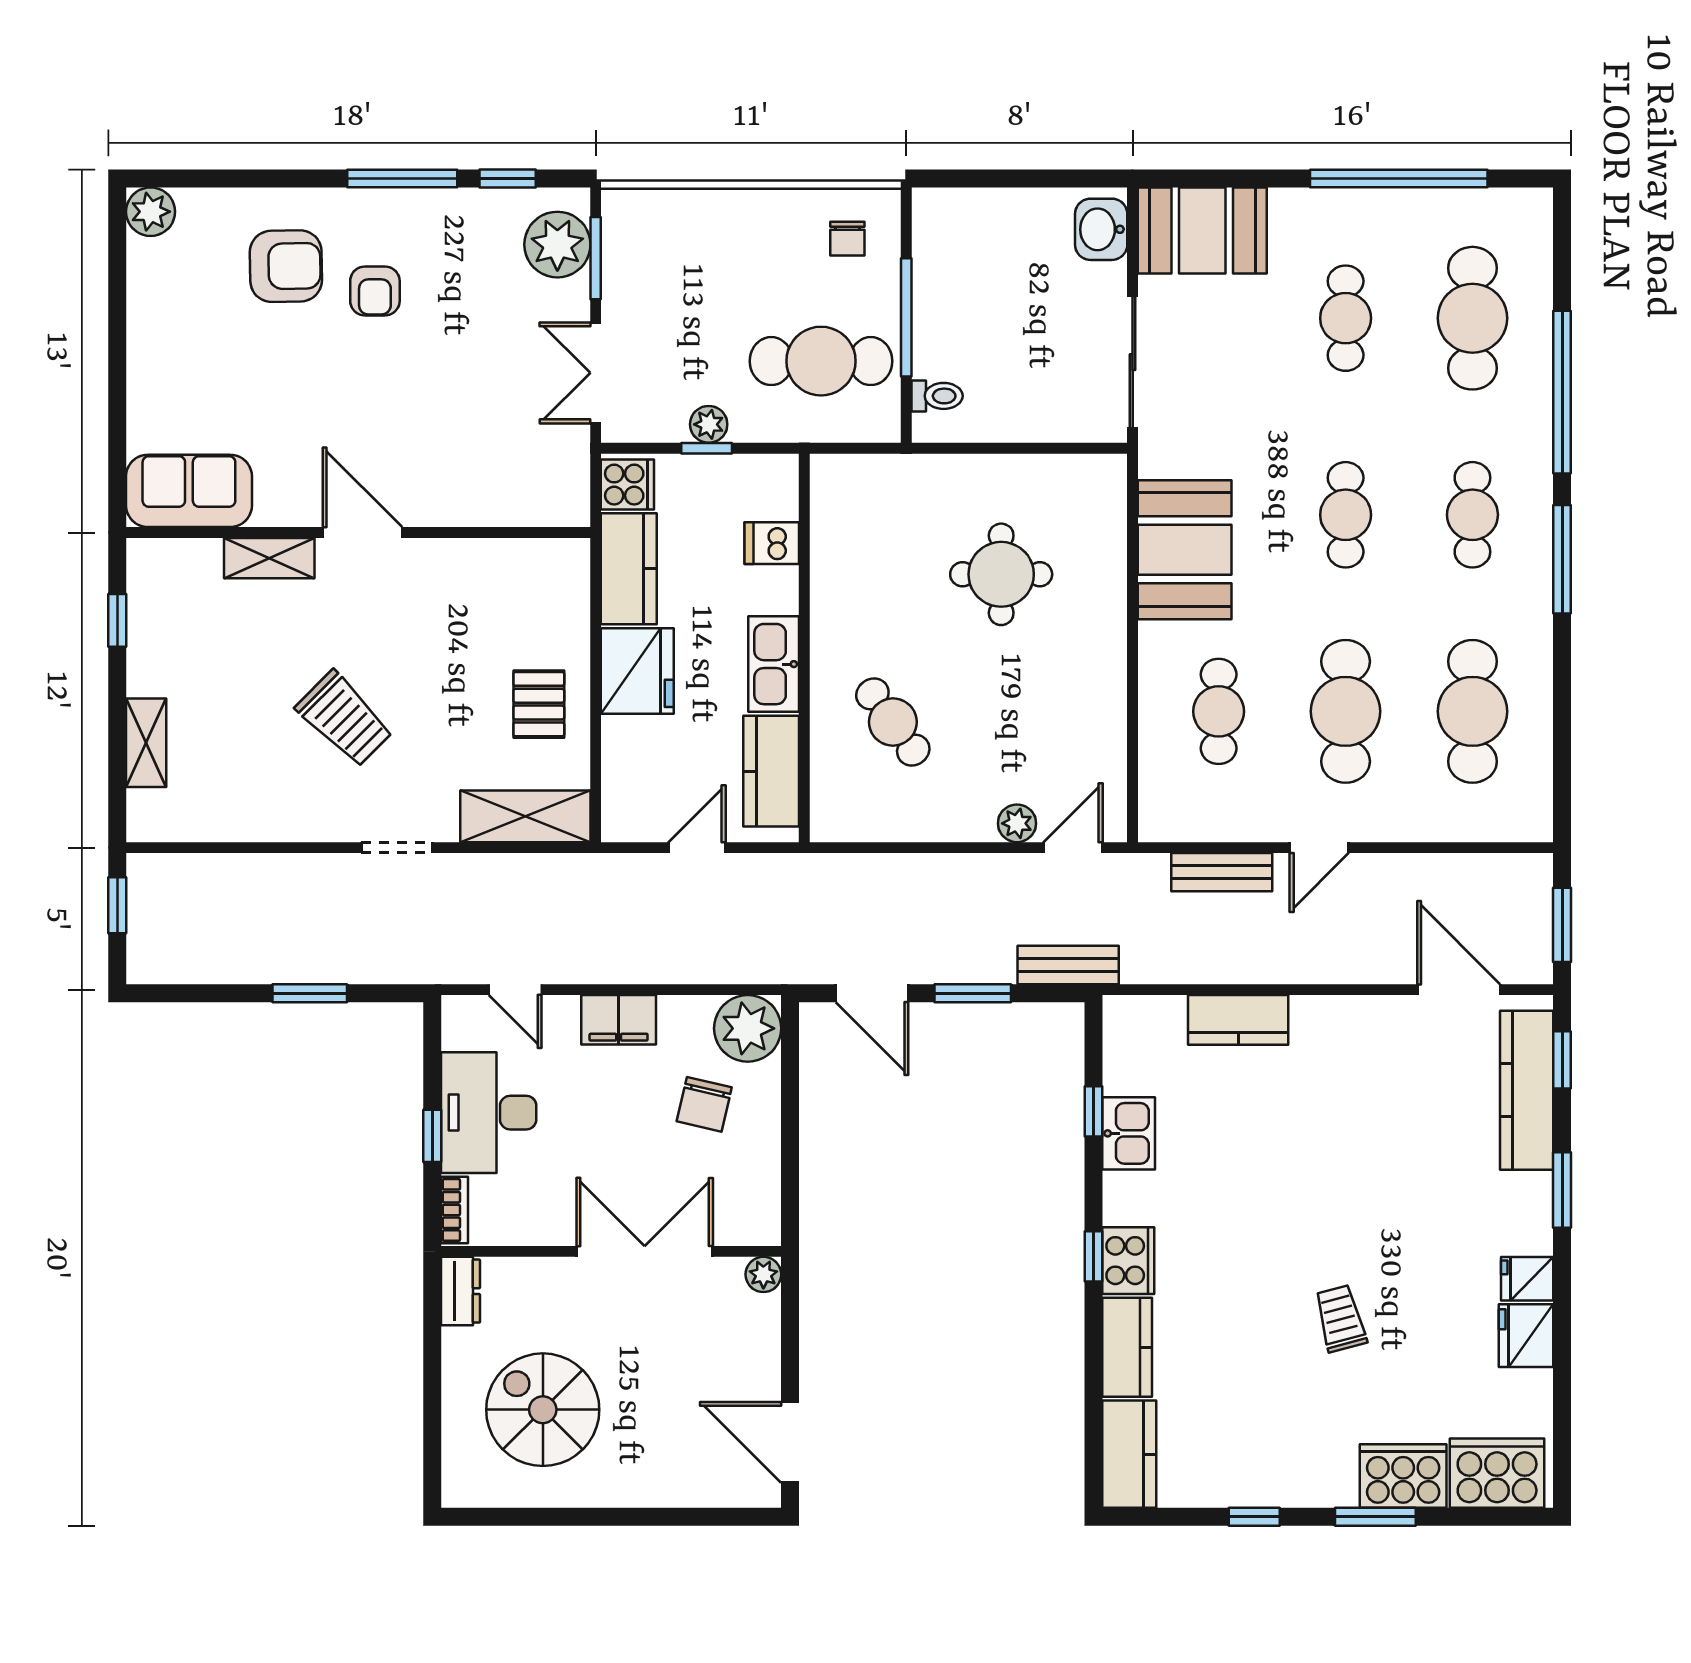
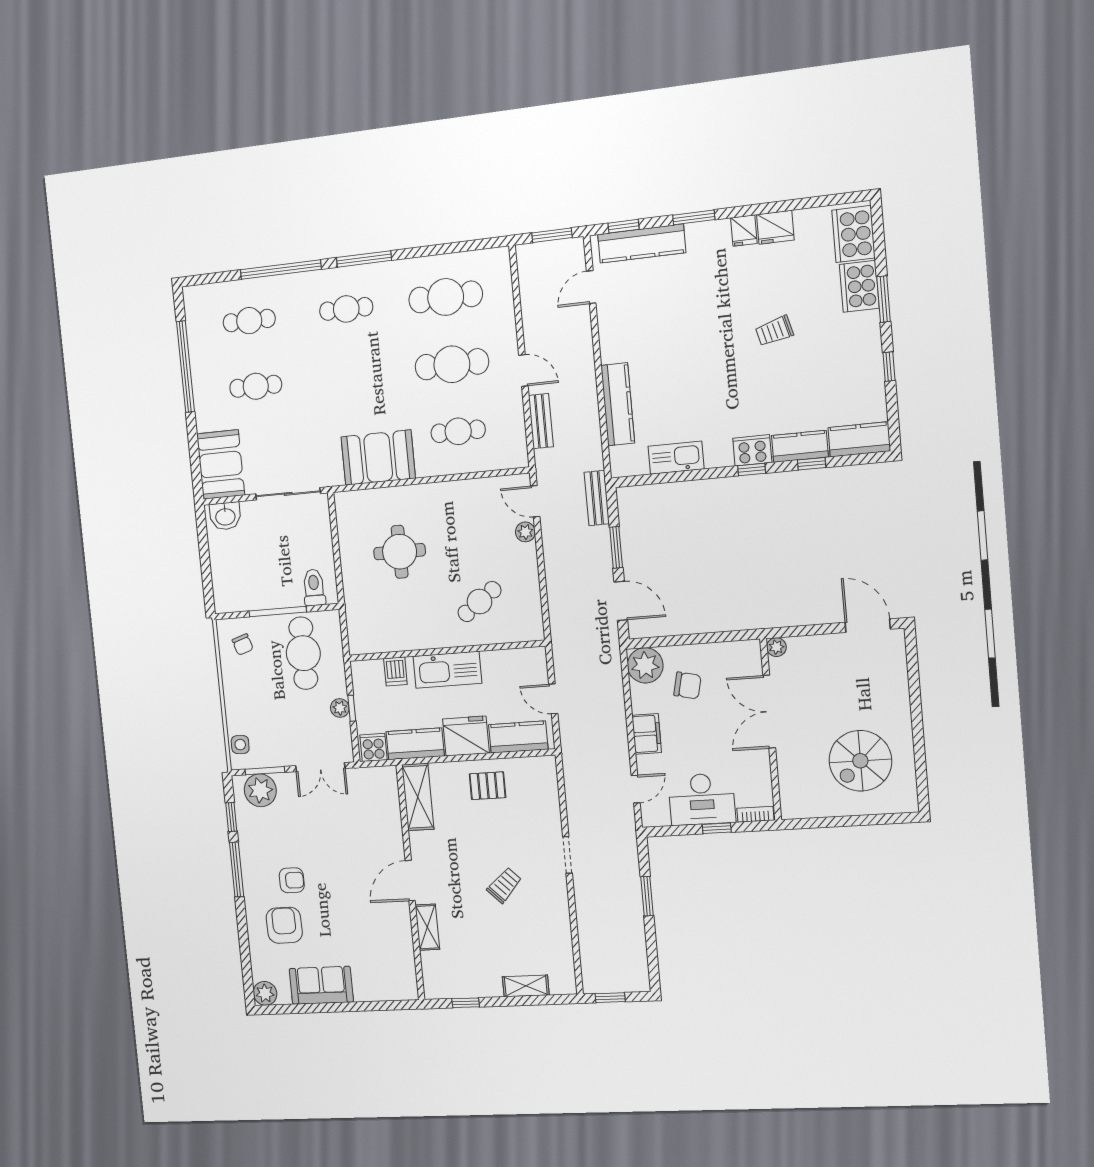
side table: (651, 212) -> (240, 745), added
chair: (847, 239) -> (243, 644), turned 72
cafe table: (1472, 318) -> (249, 321), width x0.73, depth x0.74
toilet: (937, 396) -> (314, 588), width x1.37, depth x1.39
sofa: (189, 491) -> (321, 985), moved, turned 90
cafe table: (1346, 515) -> (353, 375), removed
kitchen sink: (774, 664) -> (447, 670), width x1.36, depth x1.24
trolley: (344, 719) -> (504, 885), width x0.73, depth x0.72
kitchen counter: (771, 771) -> (518, 737), moved, turned 180
shelving: (525, 816) -> (418, 797), moved
door: (1459, 990) -> (591, 287), width x0.73
door: (872, 993) -> (621, 601), hinge flipped
kitchen counter: (1238, 1020) -> (618, 404), width x1.50
window: (1094, 1111) -> (812, 464), moved
kitchen sink: (1129, 1133) -> (676, 458), width x1.38
dresser: (461, 1291) -> (799, 809), removed
door: (790, 1442) -> (868, 626), swing flipped

